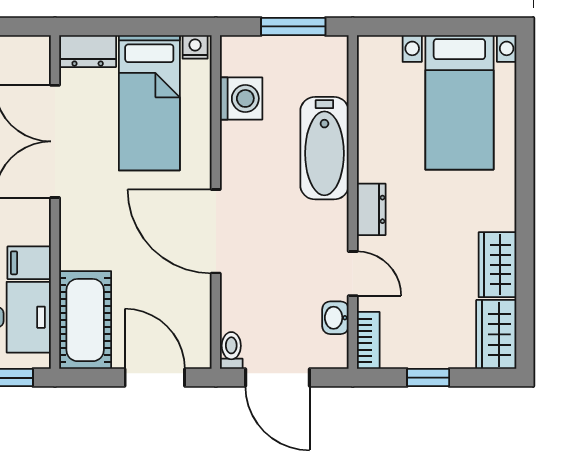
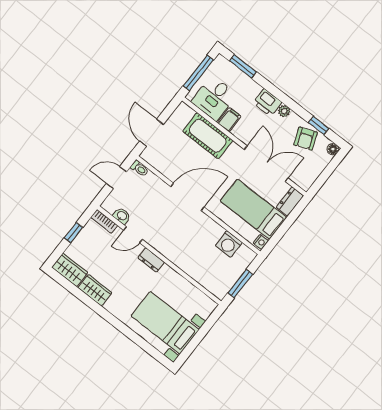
bathtub: (324, 148) -> (187, 260), removed
cot: (85, 320) -> (208, 136), moved
door: (155, 378) -> (151, 133), swing flipped
door: (277, 378) -> (116, 178), width x0.73

